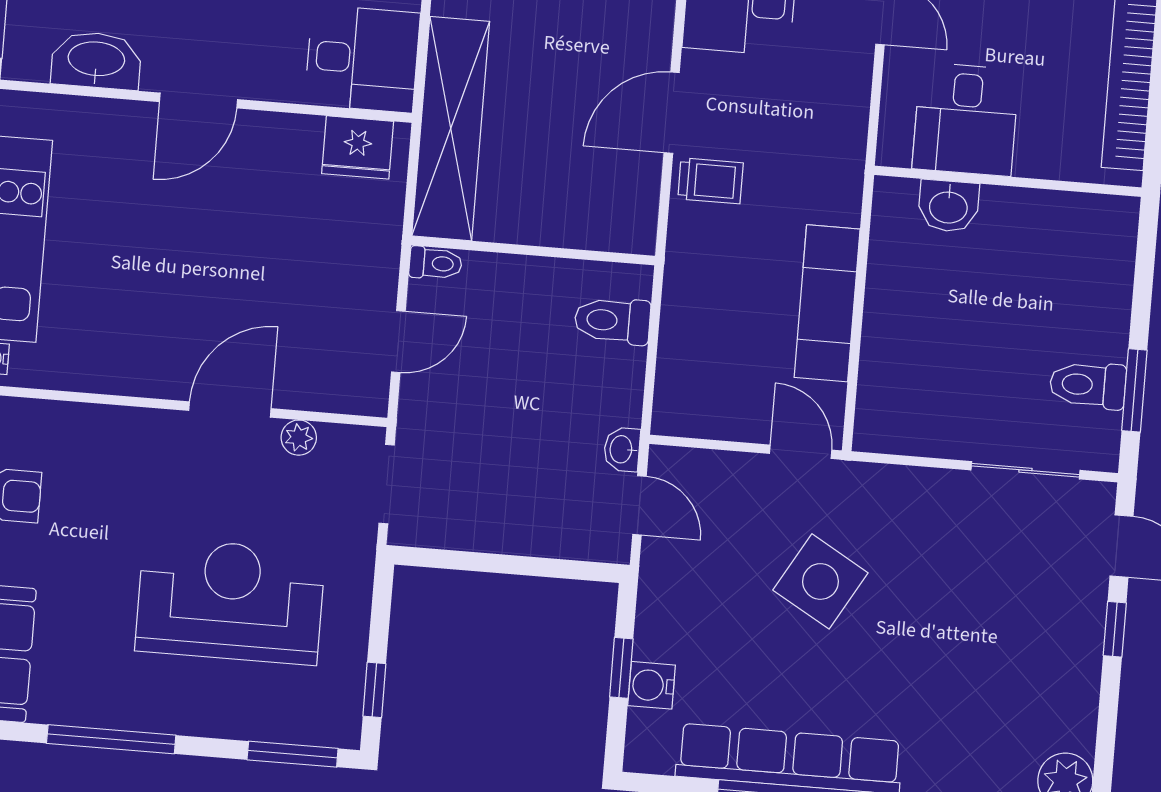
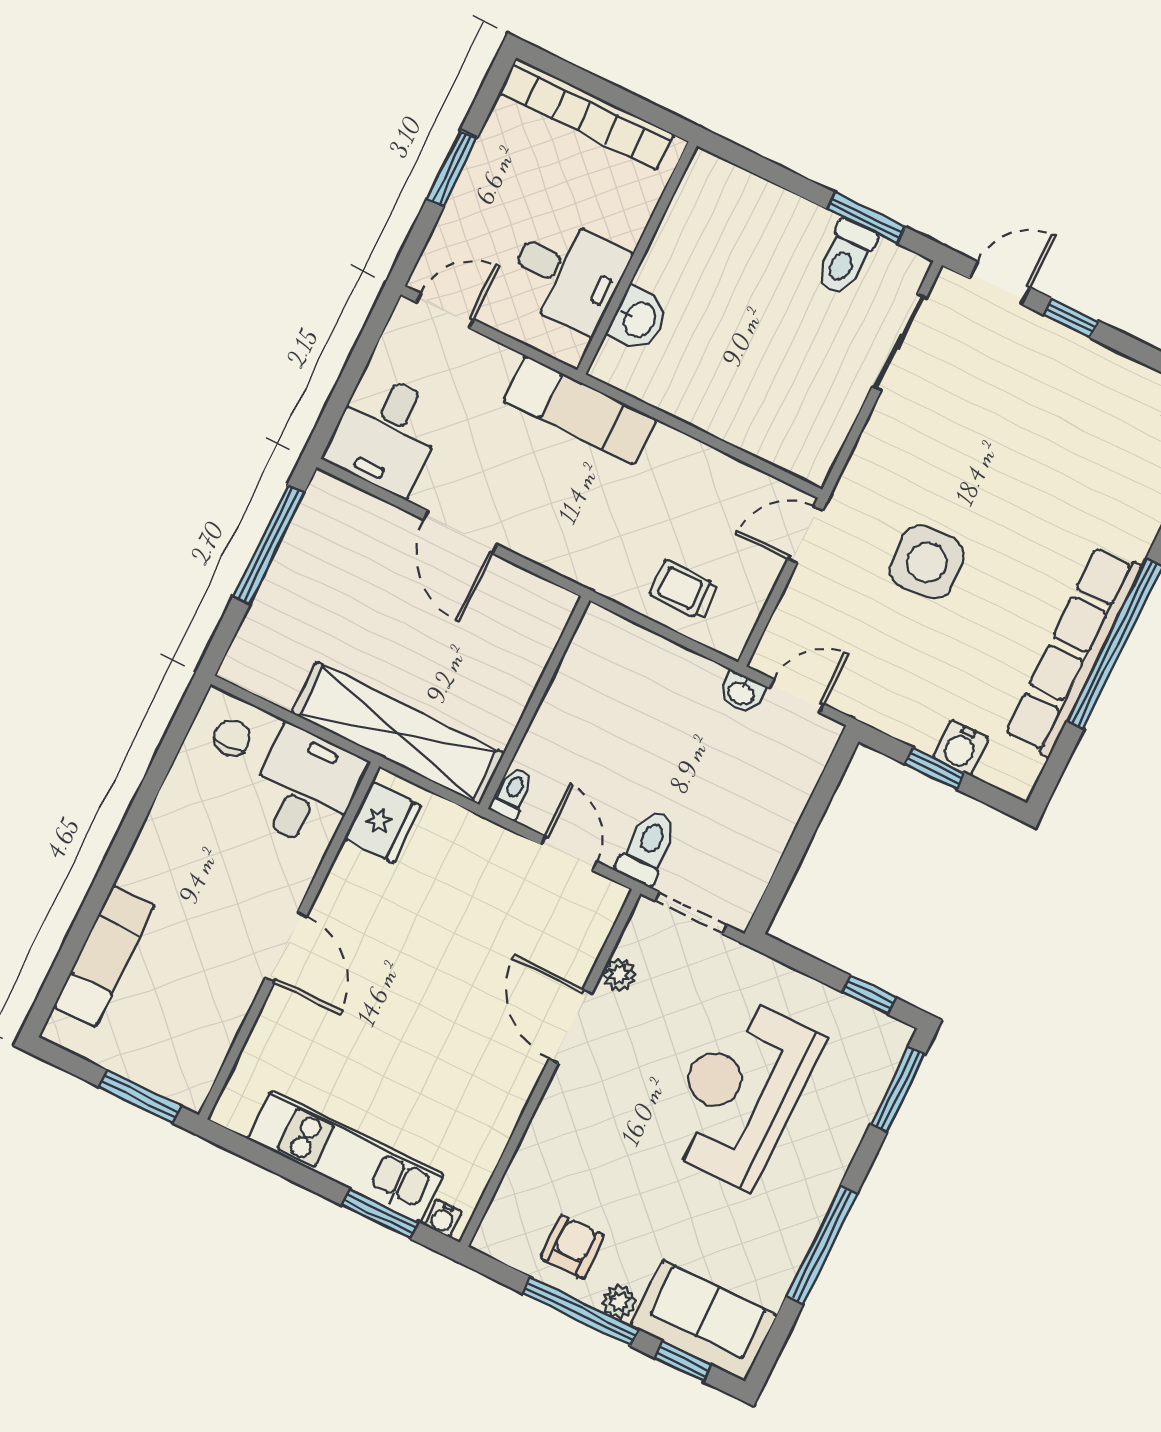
washbasin: (96, 60) -> (215, 1024), removed
trolley: (710, 181) -> (684, 590), moved, turned -90
exam couch: (827, 303) -> (580, 410), moved
toilet: (612, 321) -> (648, 847), moved, turned 180
side table: (820, 581) -> (927, 562), turned -34

